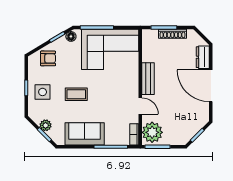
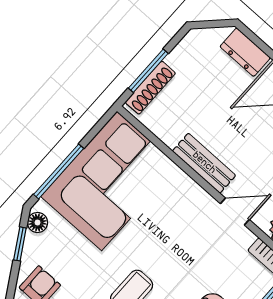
shoe rack: (172, 34) -> (150, 88), moved

